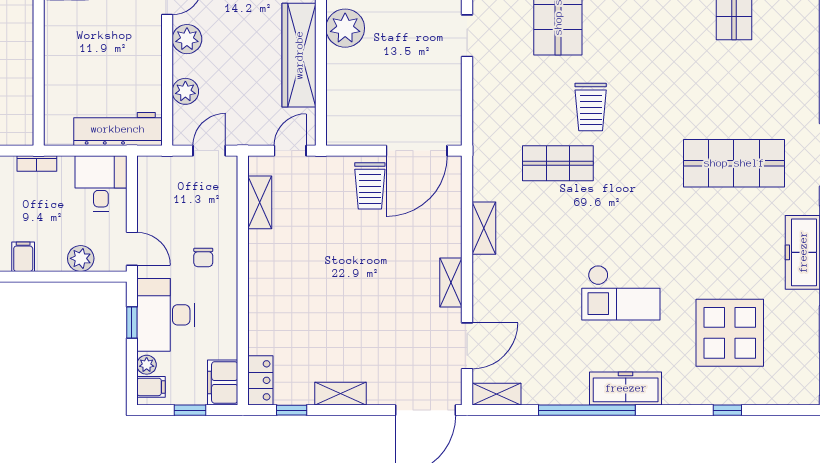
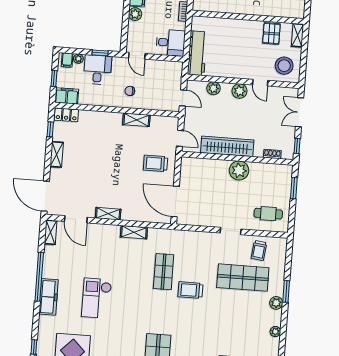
trolley: (370, 186) -> (155, 163), moved
shelving: (260, 202) -> (136, 120), moved
door: (132, 249) -> (137, 56), hinge flipped
plant: (81, 258) -> (135, 14), moved
desk: (166, 315) -> (98, 70), width x0.73

